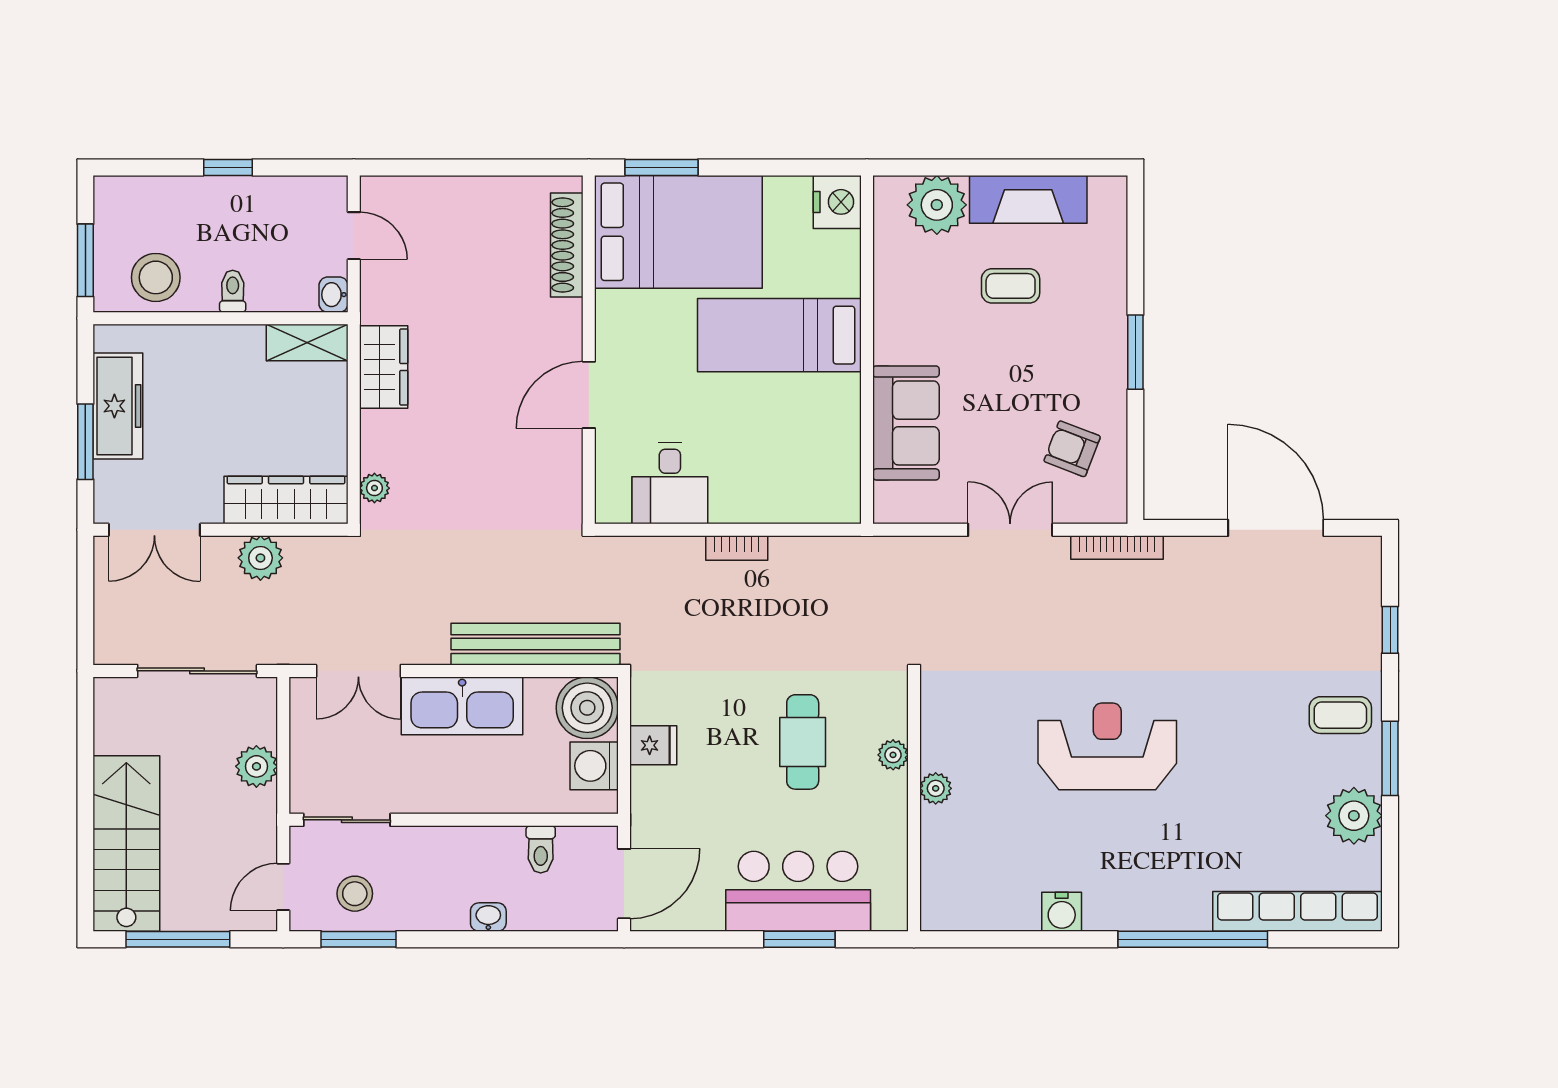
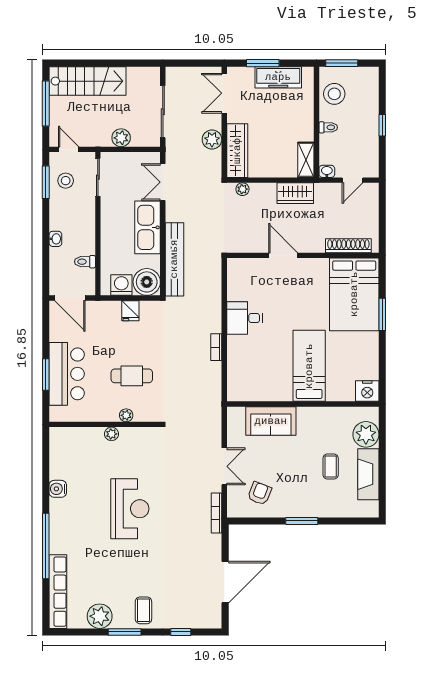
bed: (678, 232) -> (354, 294), moved
shoe rack: (567, 245) -> (348, 246), moved
wall: (589, 350) -> (303, 255), moved
door: (589, 395) -> (283, 255), moved

